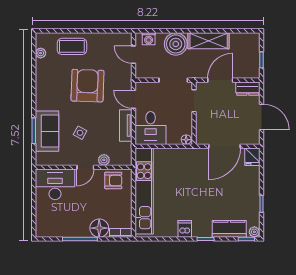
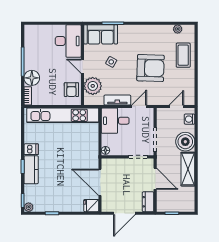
sofa: (47, 131) -> (101, 34), moved
plant: (104, 160) -> (93, 86), width x1.87, depth x1.87
kitchen counter: (229, 229) -> (31, 170), moved

